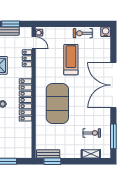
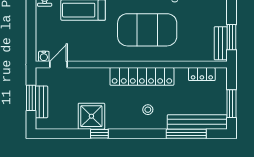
locker: (27, 58) -> (202, 74), moved

